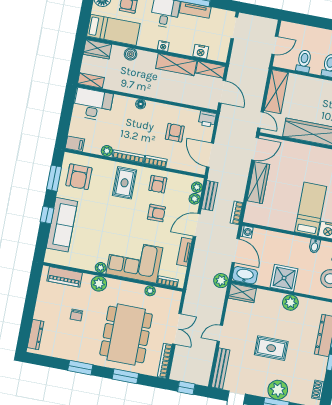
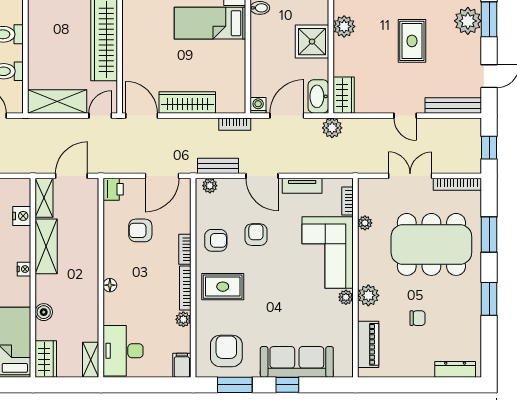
armchair: (79, 177) -> (226, 351), turned -90
plant: (195, 199) -> (226, 186), removed

